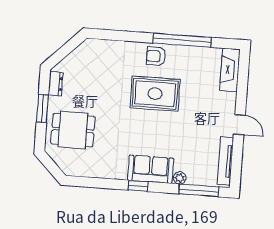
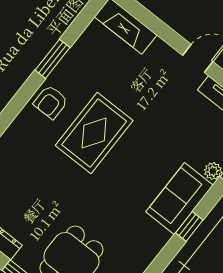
window: (182, 40) -> (52, 59), width x0.47

